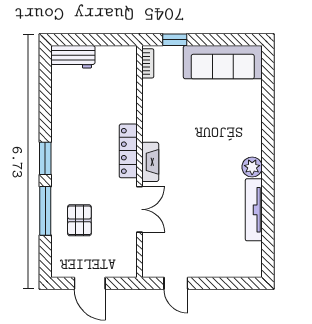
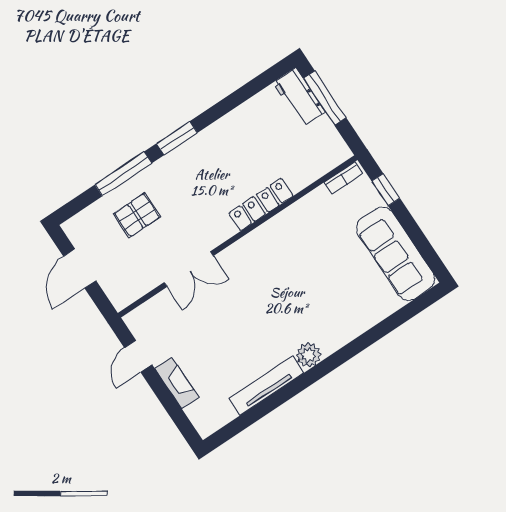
window: (85, 40) -> (325, 98), added
locker: (128, 151) -> (261, 204), moved
fireplace: (150, 162) -> (177, 383), moved, turned -90

